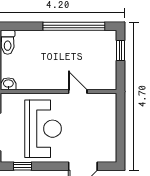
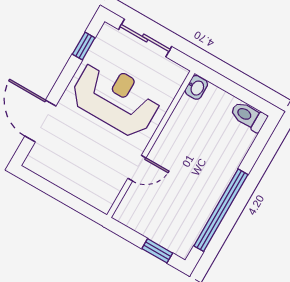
reception desk: (43, 129) -> (116, 98), turned 180

